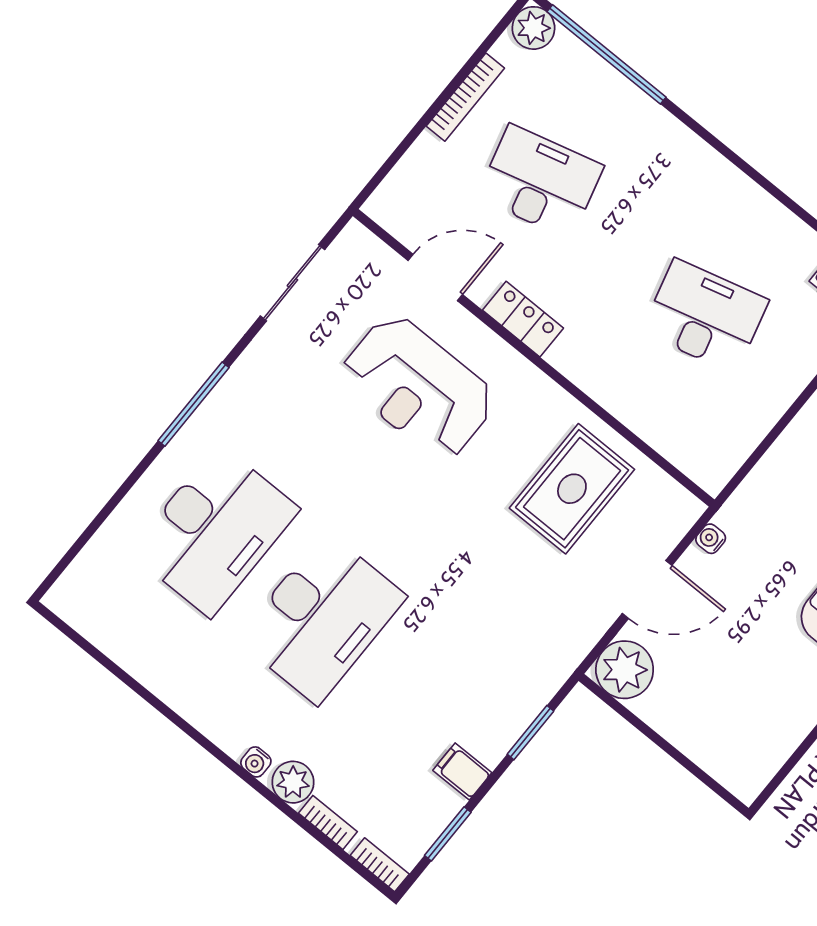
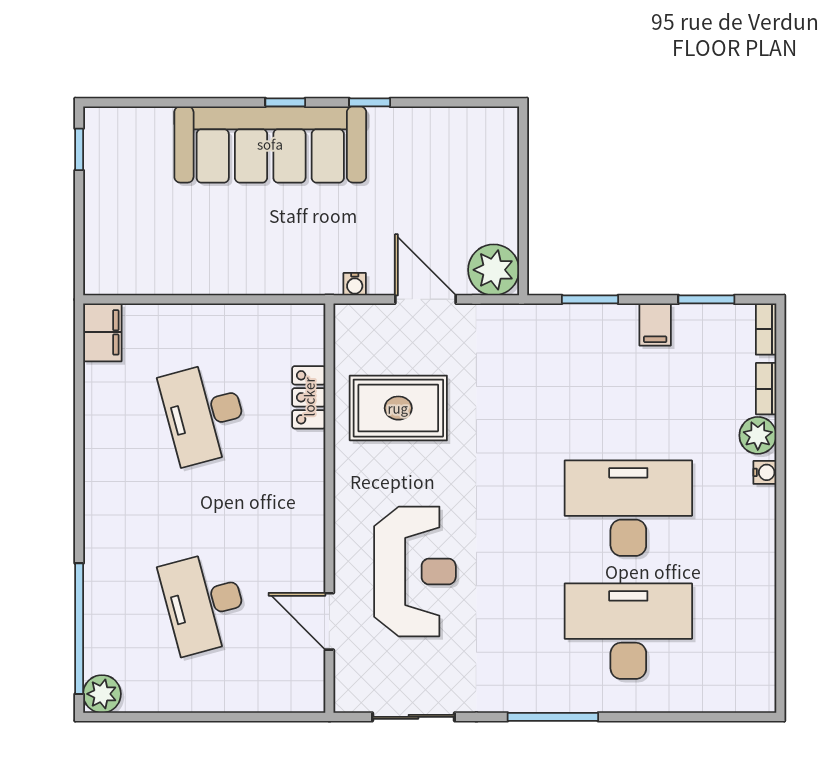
bookcase: (465, 97) -> (188, 702), removed
locker: (523, 319) -> (309, 397), moved

